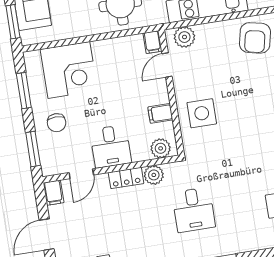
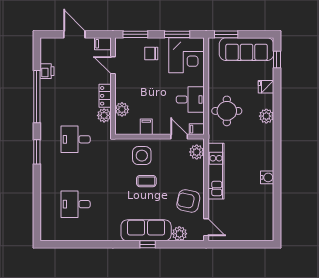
corner desk: (69, 70) -> (187, 55), moved, turned -90
coffee table: (236, 101) -> (146, 181), added
desk: (111, 146) -> (190, 99), moved, turned 180
plant: (161, 148) -> (122, 109), moved

